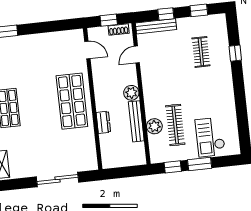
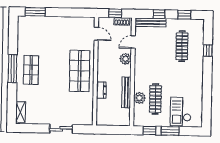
clothes rail: (201, 52) -> (182, 46), width x1.36
plant: (131, 93) -> (126, 59), moved
sliding door: (58, 179) -> (61, 129), width x0.73

